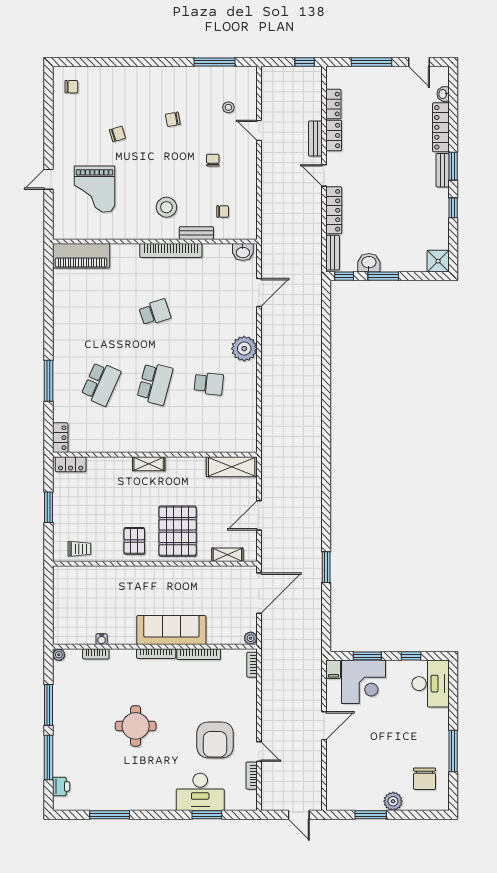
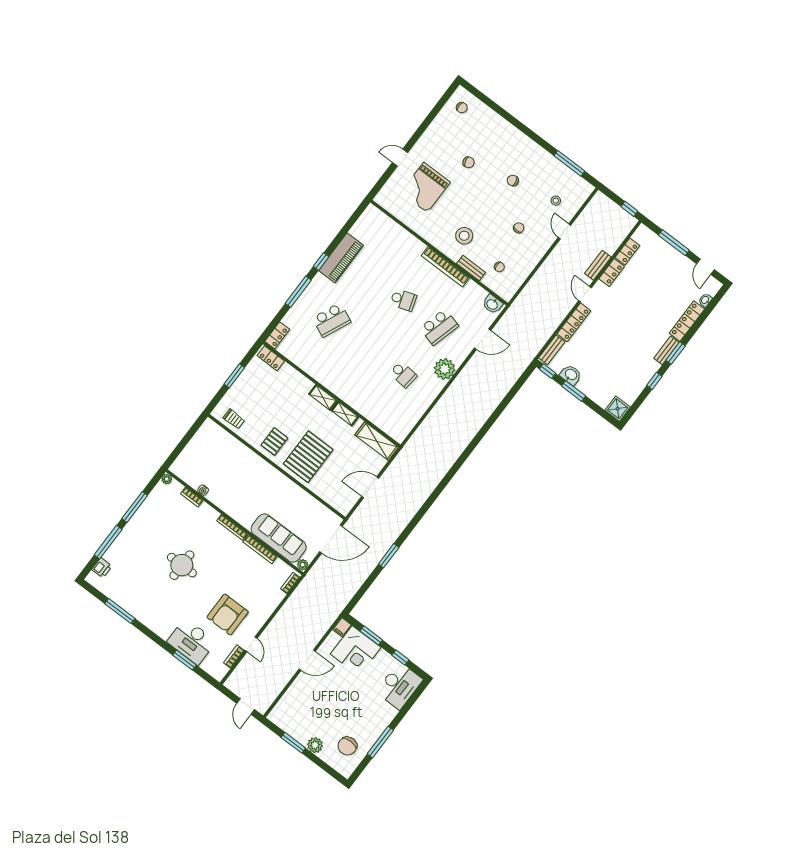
piano: (81, 256) -> (341, 258), moved, turned -90
window: (49, 335) -> (321, 262), added
school desk: (155, 384) -> (439, 327), moved
shelving: (227, 555) -> (345, 414), moved
sofa: (171, 630) -> (279, 538), moved

